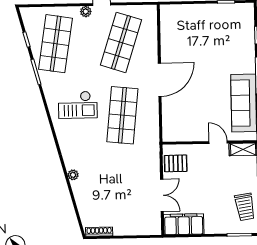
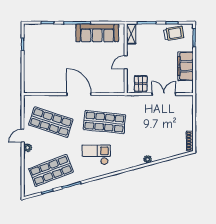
shop shelf: (55, 44) -> (51, 170), turned -30
checkout: (78, 105) -> (96, 155), turned -90
door: (218, 142) -> (126, 62), moved
filing cabinet: (184, 224) -> (186, 66), moved

